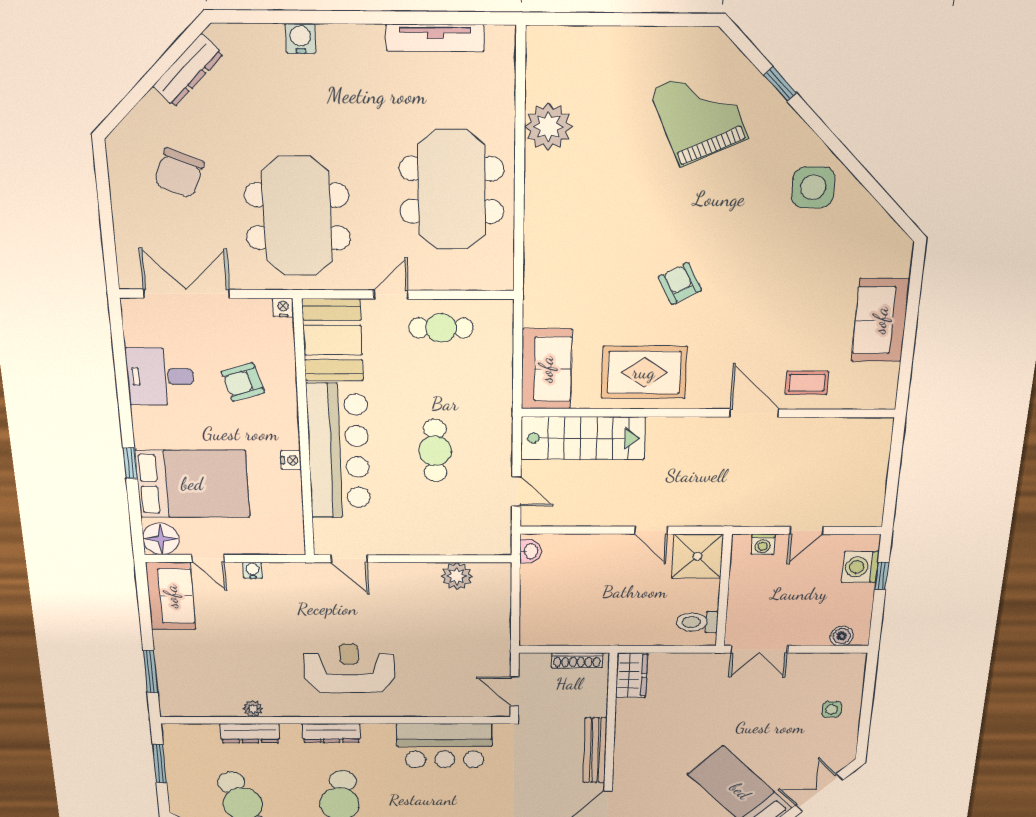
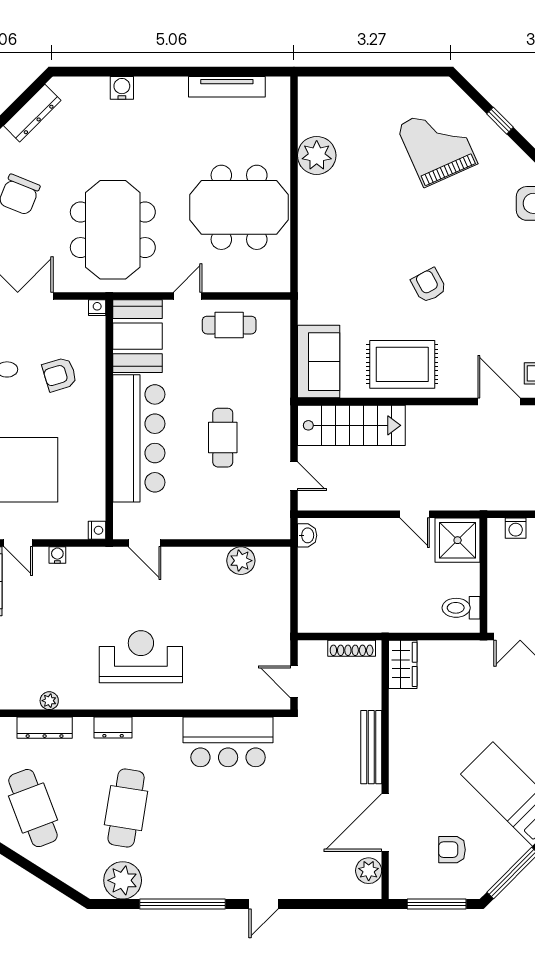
meeting table: (452, 190) -> (239, 207), turned 90
nightstand: (291, 460) -> (97, 530), moved
dresser: (331, 733) -> (113, 727), width x0.70

